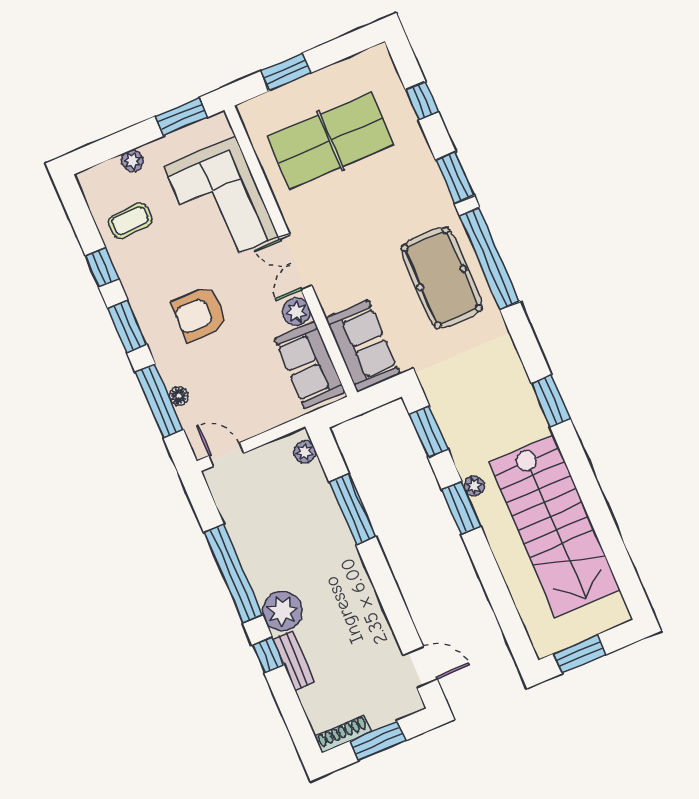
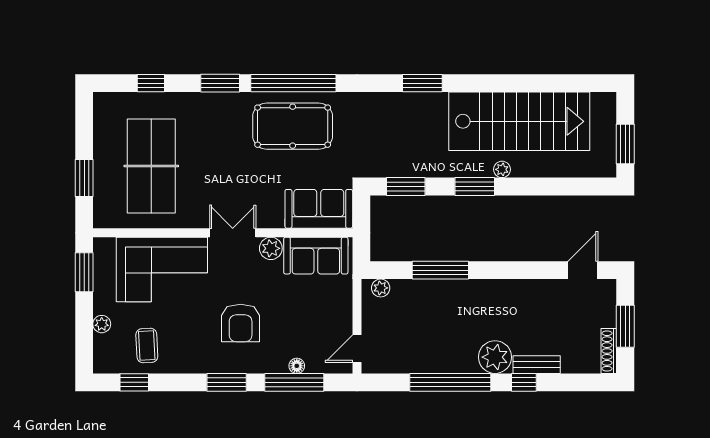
double door: (296, 262) -> (233, 233), swing flipped
window: (102, 267) -> (134, 382), moved
plant: (474, 486) -> (502, 169), moved

